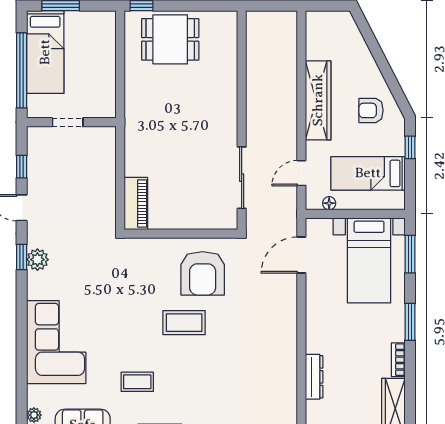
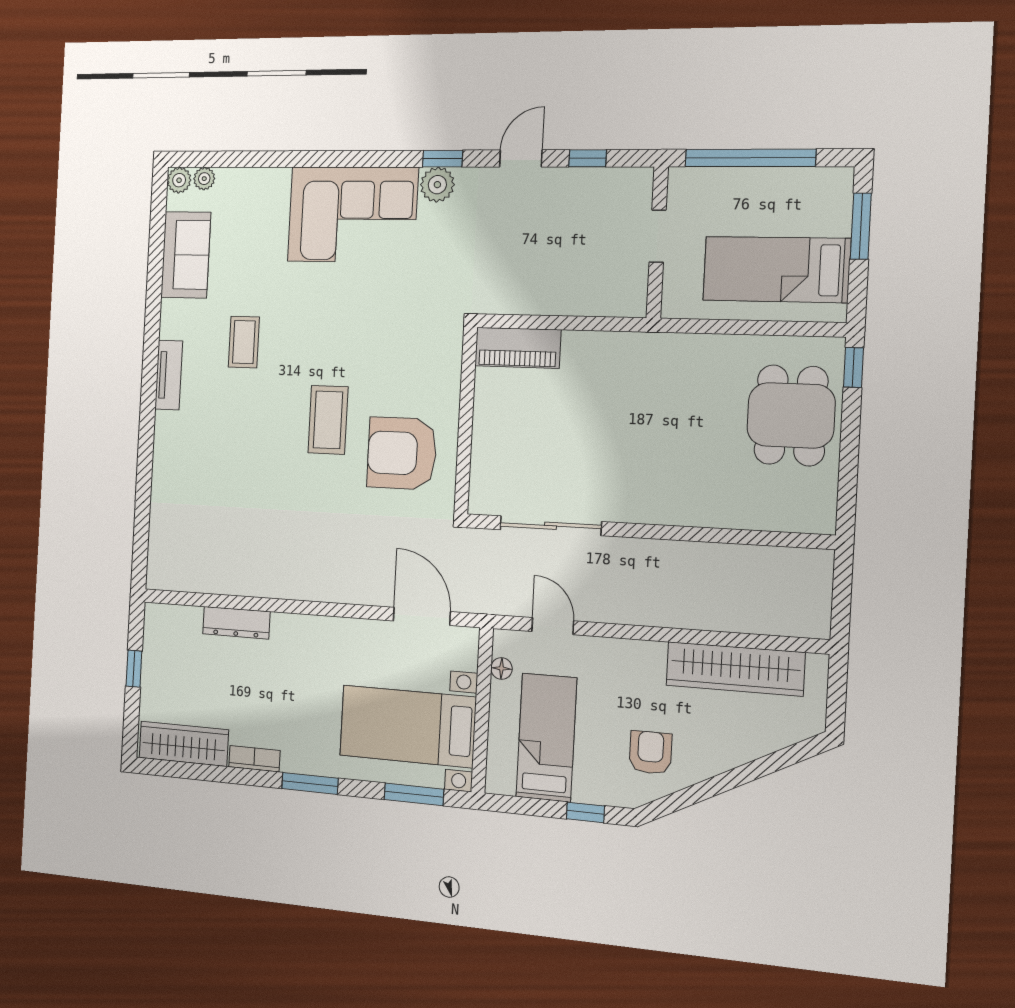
bed: (45, 52) -> (776, 269), moved
wardrobe: (318, 100) -> (735, 669), moved
corner sofa: (56, 342) -> (352, 214), moved

